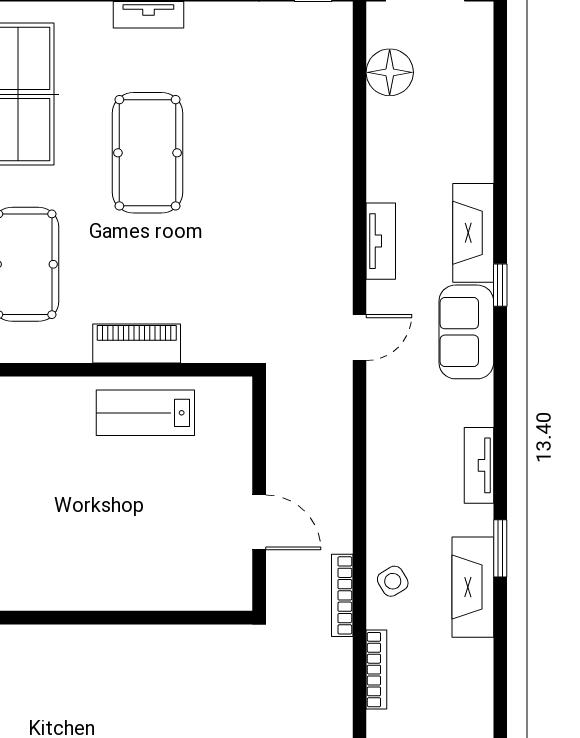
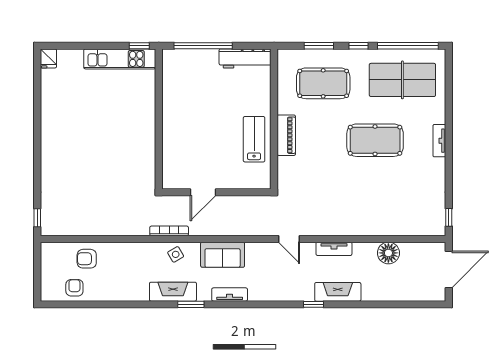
floor lamp: (390, 72) -> (388, 253), moved
sofa: (466, 332) -> (223, 255), moved, turned 180
bookcase: (376, 670) -> (135, 247), removed

